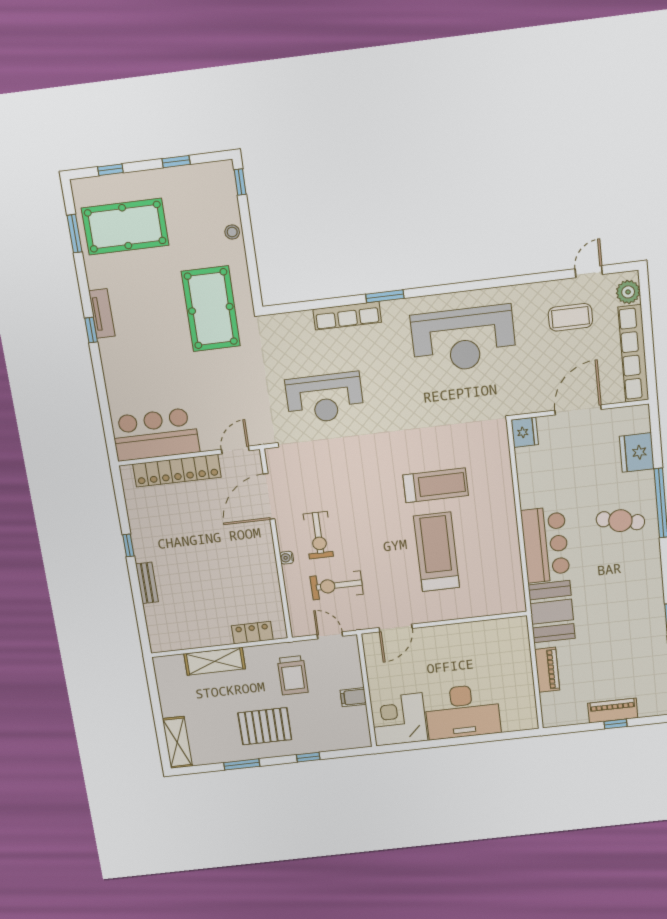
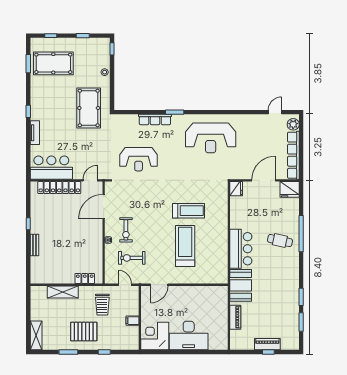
tv unit: (102, 313) -> (35, 133), moved
coffee table: (570, 317) -> (264, 133), removed
fridge: (637, 453) -> (290, 189), moved, turned -90

